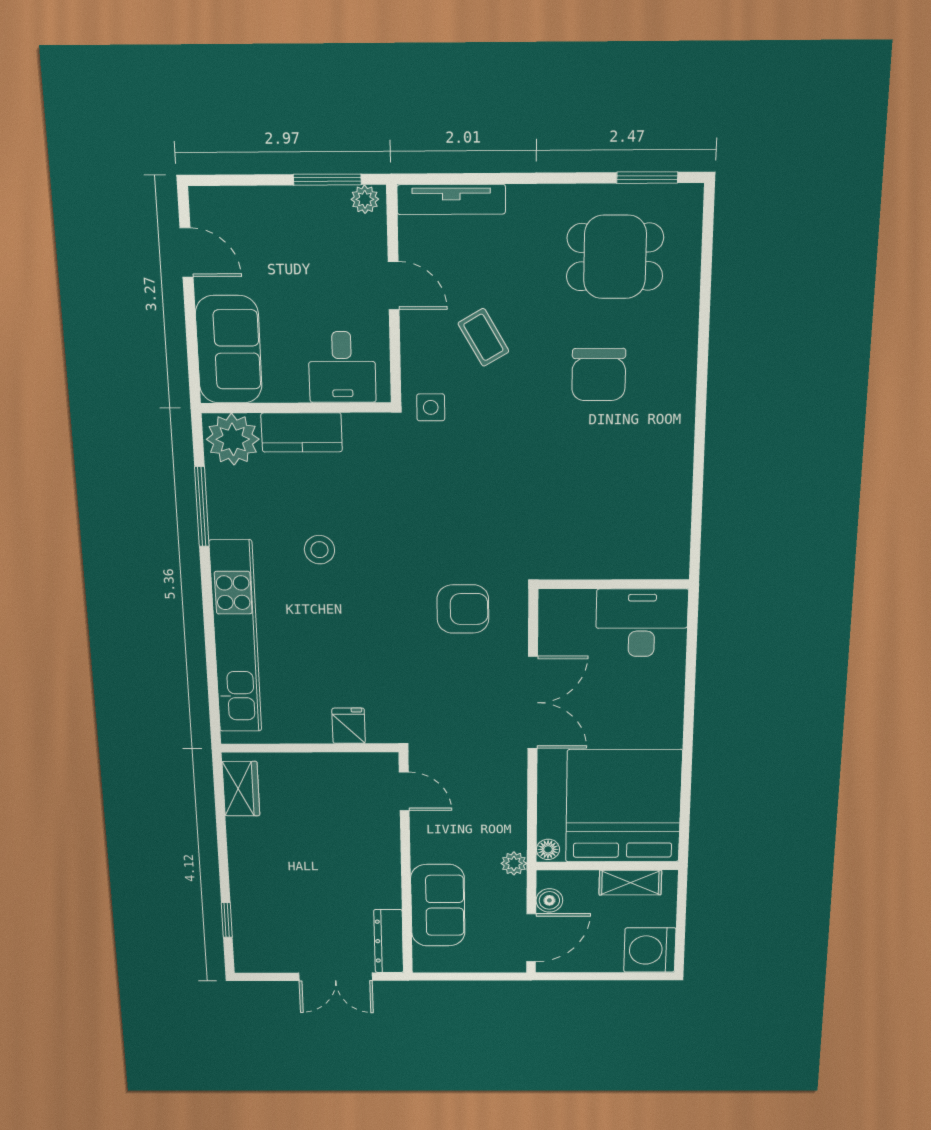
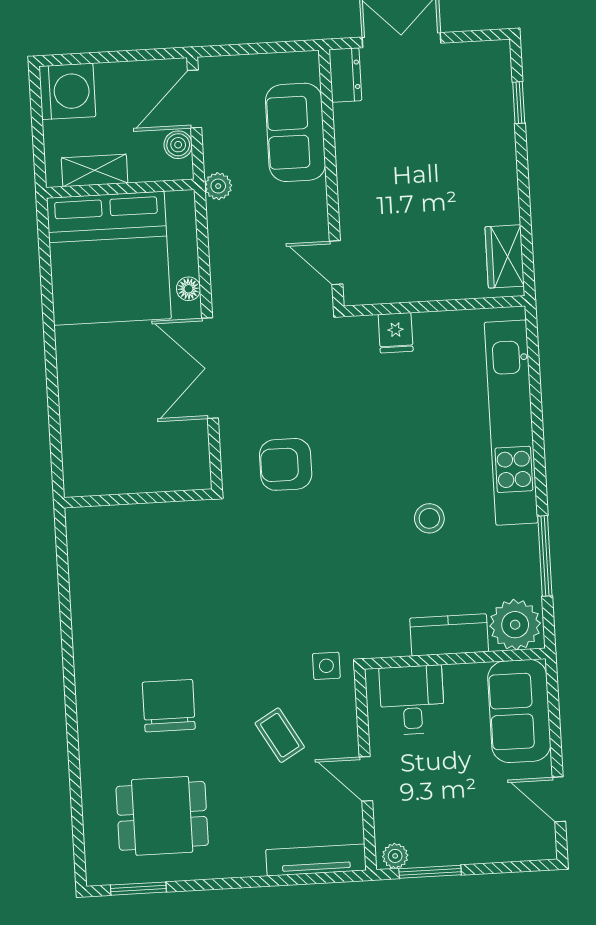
desk: (642, 623) -> (107, 459), removed
floor lamp: (548, 849) -> (188, 289), moved
dresser: (389, 941) -> (345, 75), width x0.70

